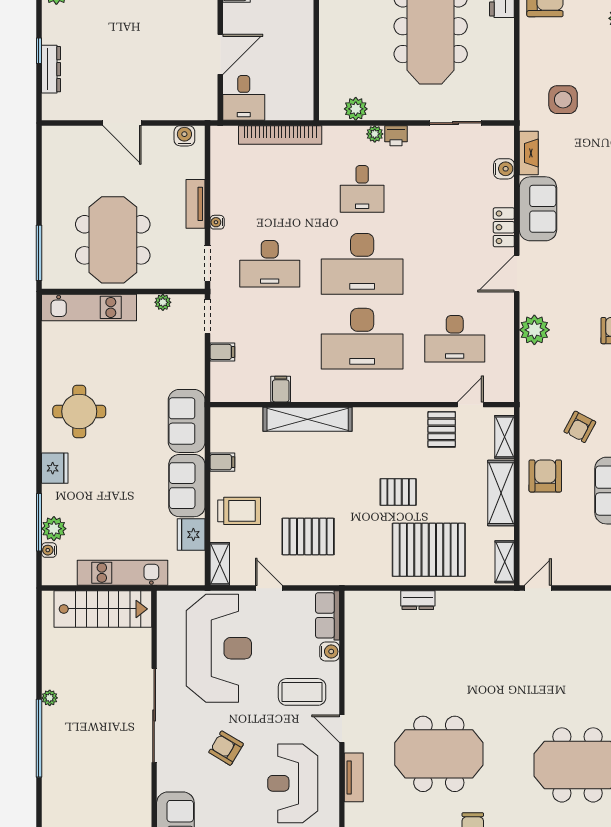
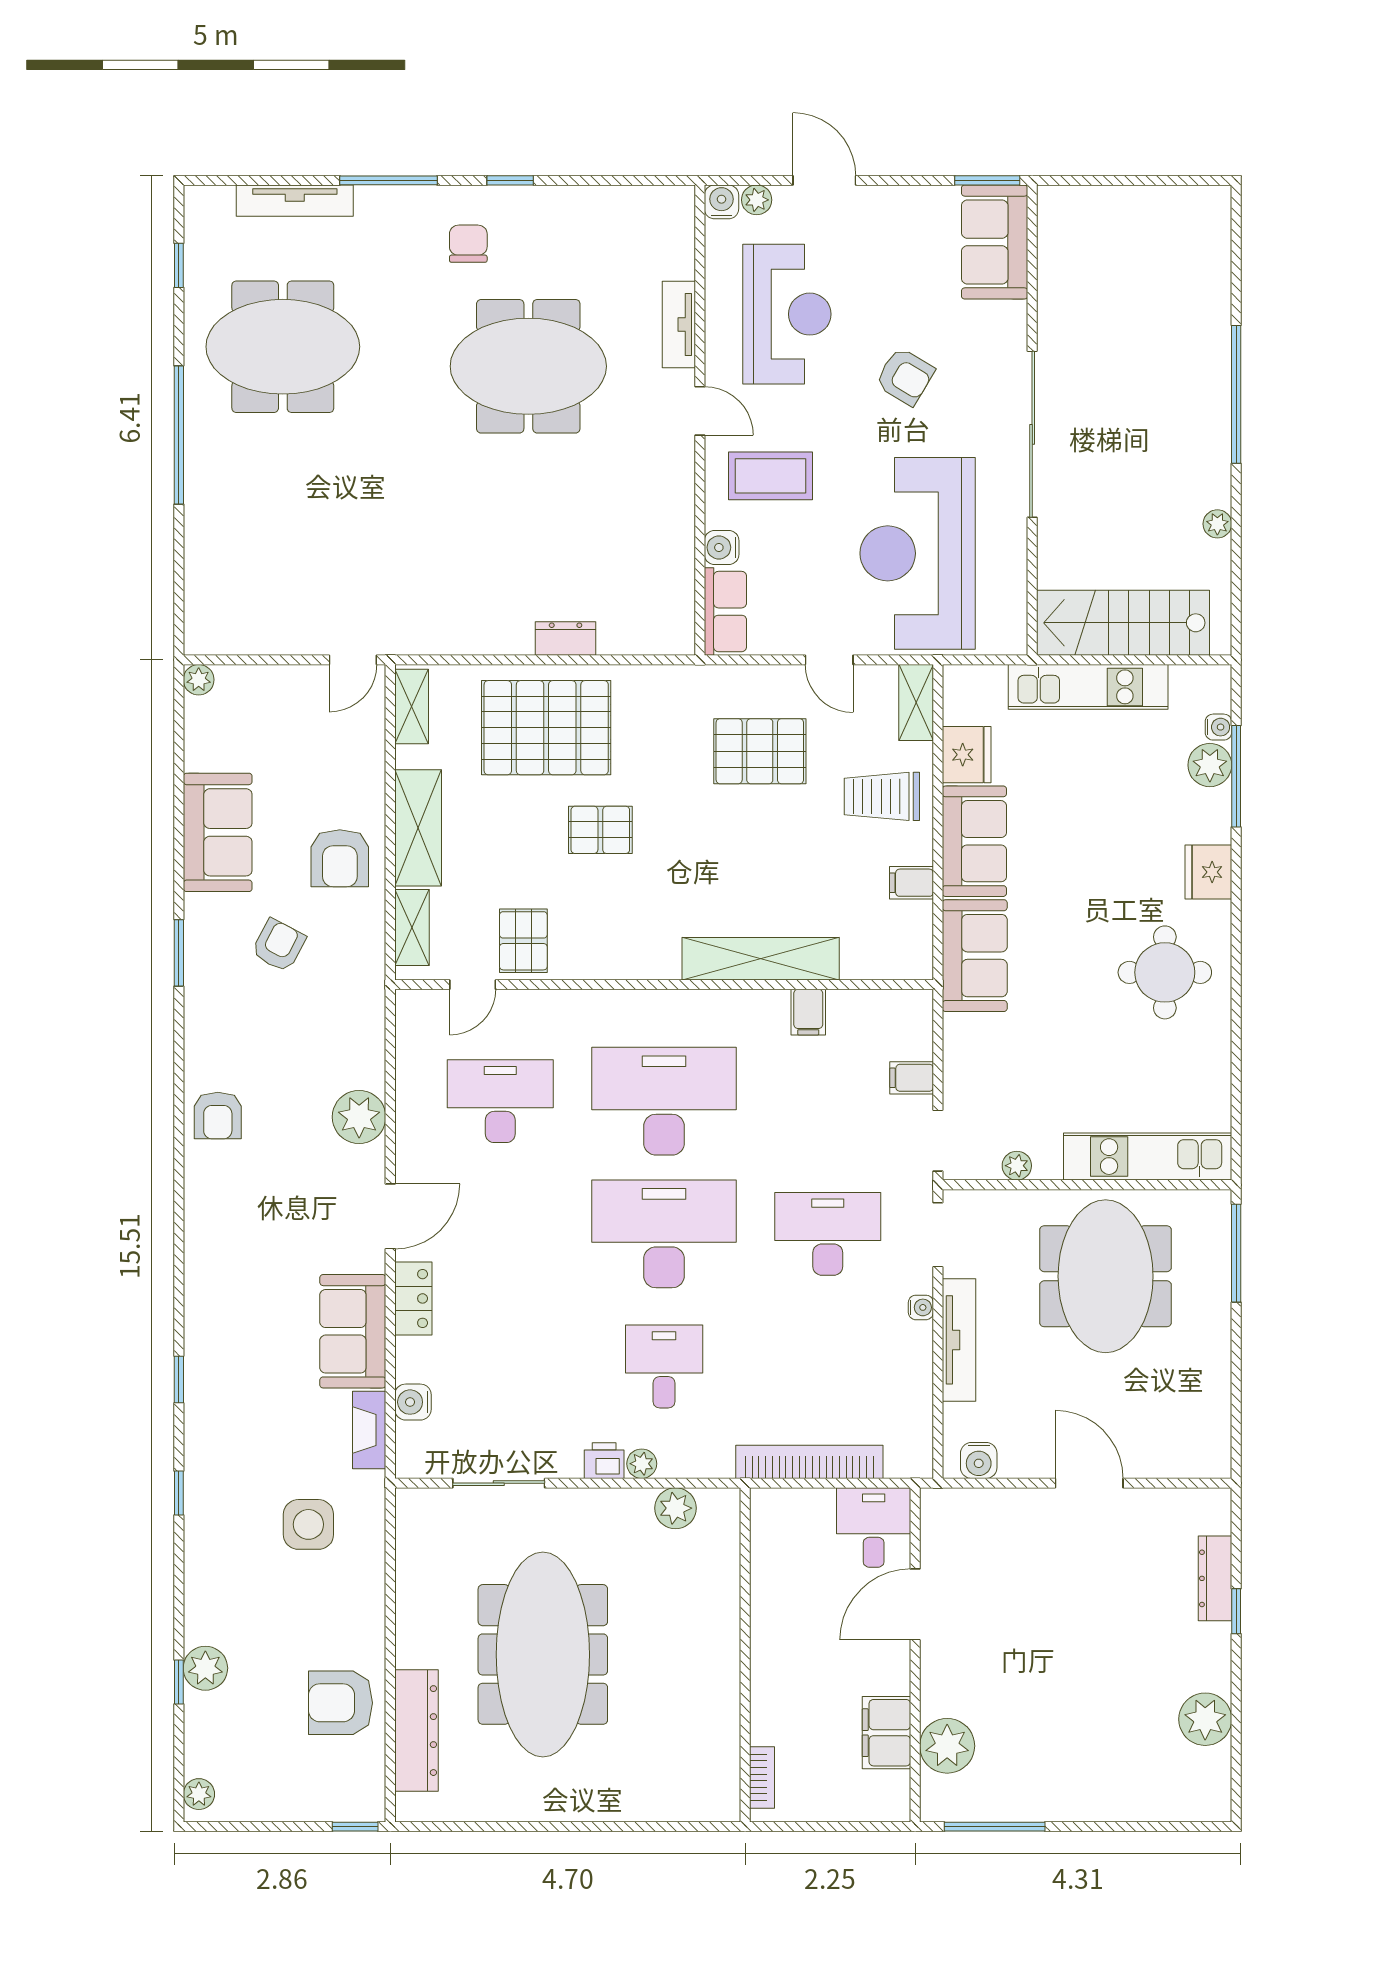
tv unit: (196, 204) -> (959, 1340), width x1.41
plant: (50, 698) -> (1217, 524), moved

